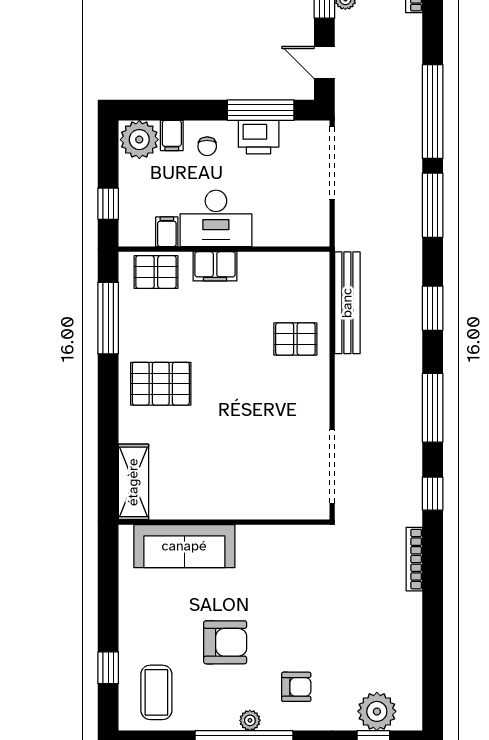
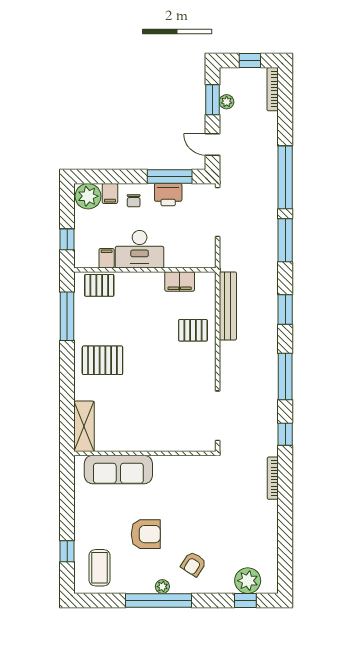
filing cabinet: (215, 266) -> (180, 281), moved
armchair: (296, 687) -> (193, 564), turned 123

